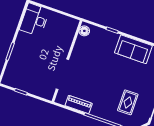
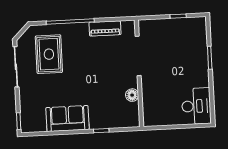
floor lamp: (84, 31) -> (132, 95), moved
rug: (128, 102) -> (49, 54), width x1.36, depth x1.43

